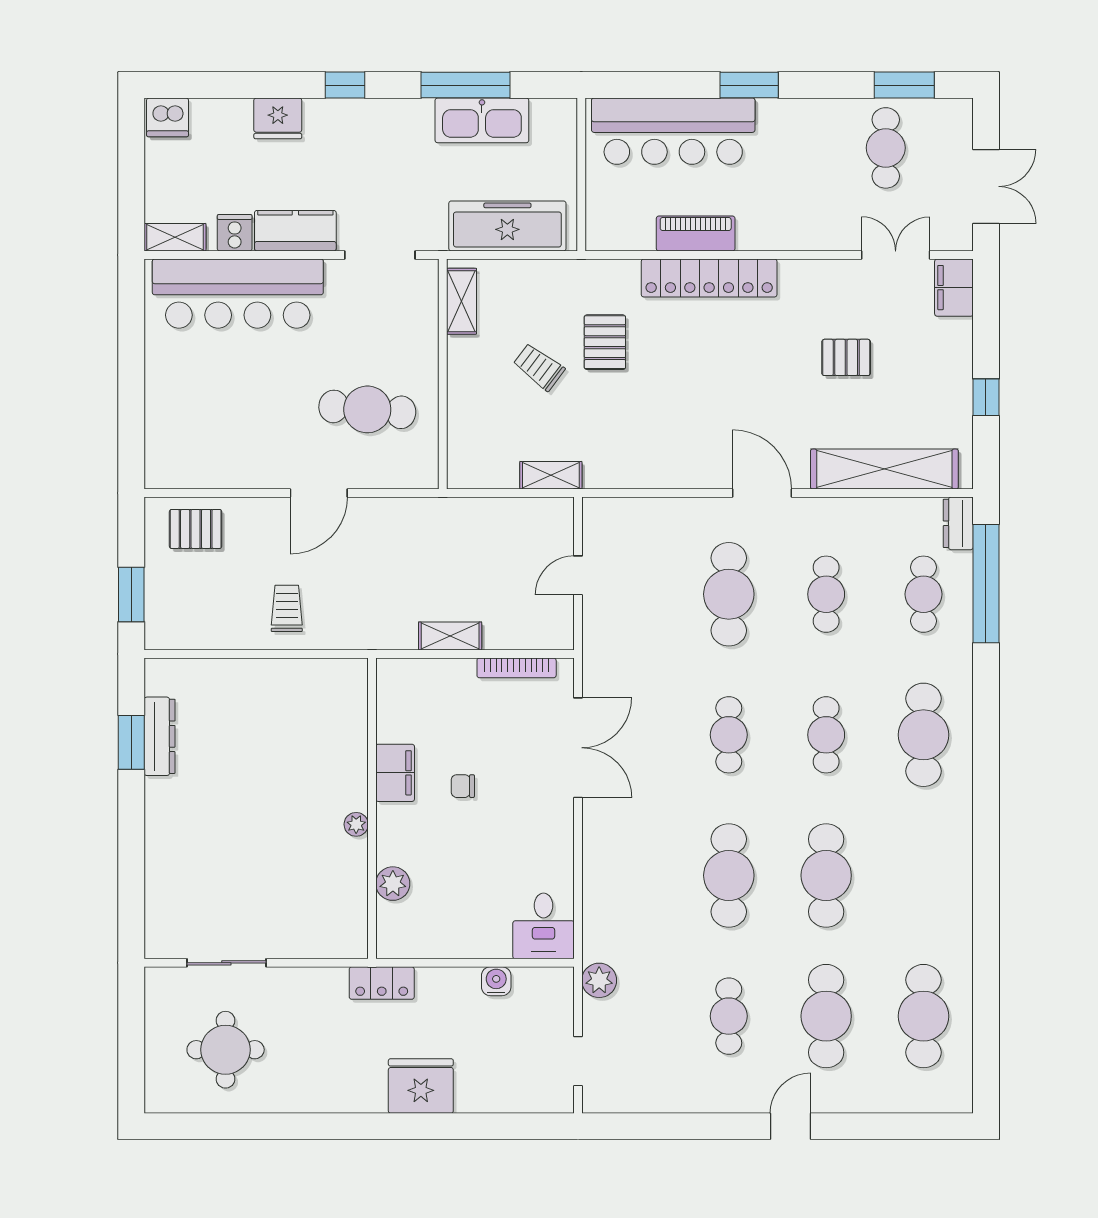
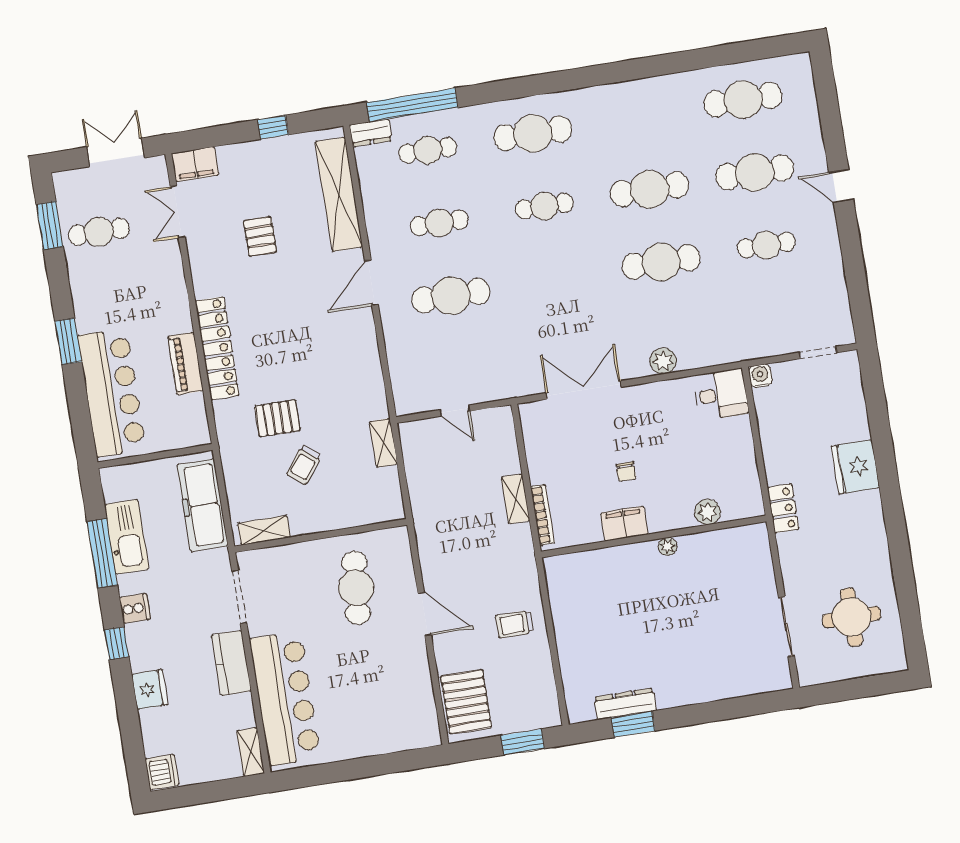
cooker: (235, 233) -> (135, 608), moved, turned 180
pallet: (196, 529) -> (466, 702), width x1.50, depth x1.42
bookcase: (517, 668) -> (543, 515), moved
cafe table: (729, 735) -> (556, 279), removed
plant: (599, 980) -> (663, 361), moved
water cooler: (496, 981) -> (760, 376), moved, turned 90

